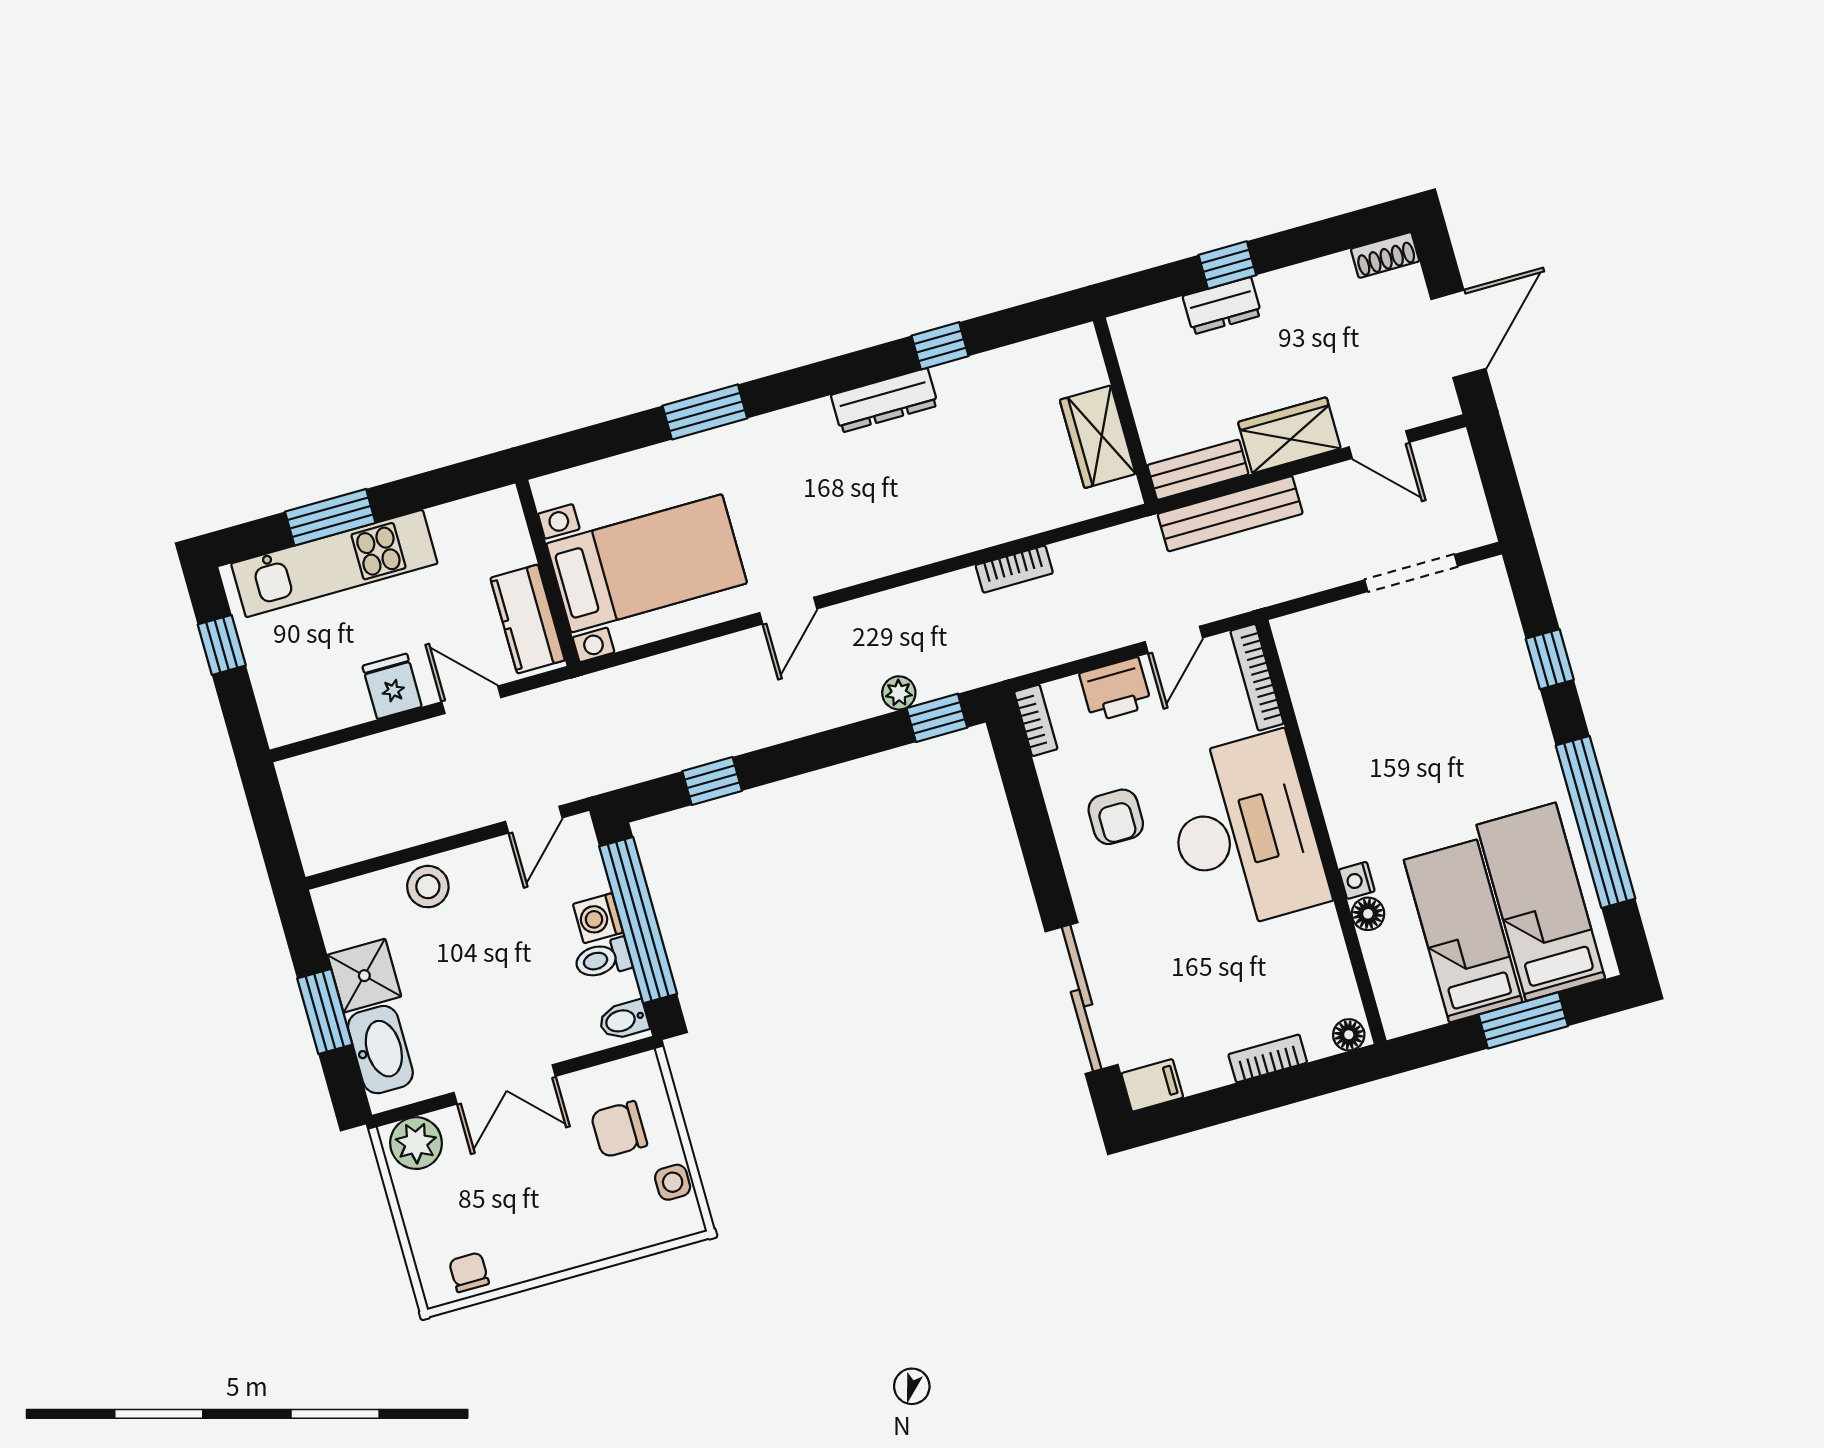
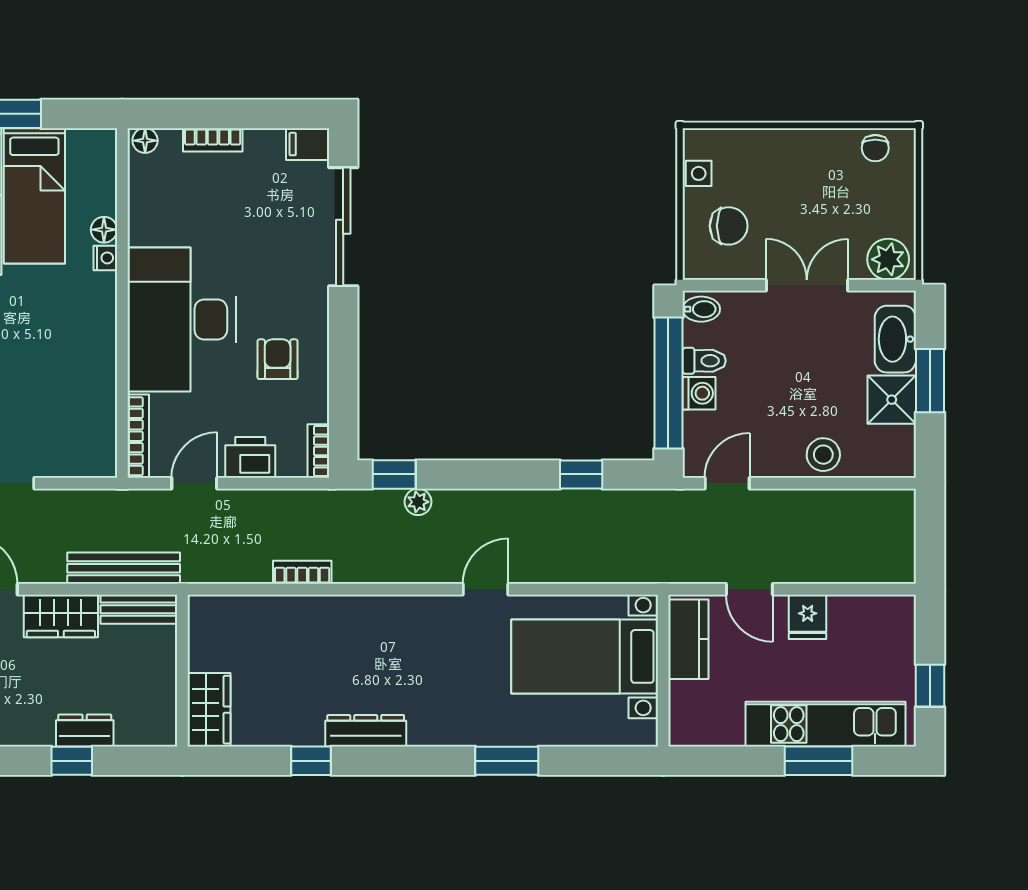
wardrobe: (1098, 437) -> (209, 710), moved

